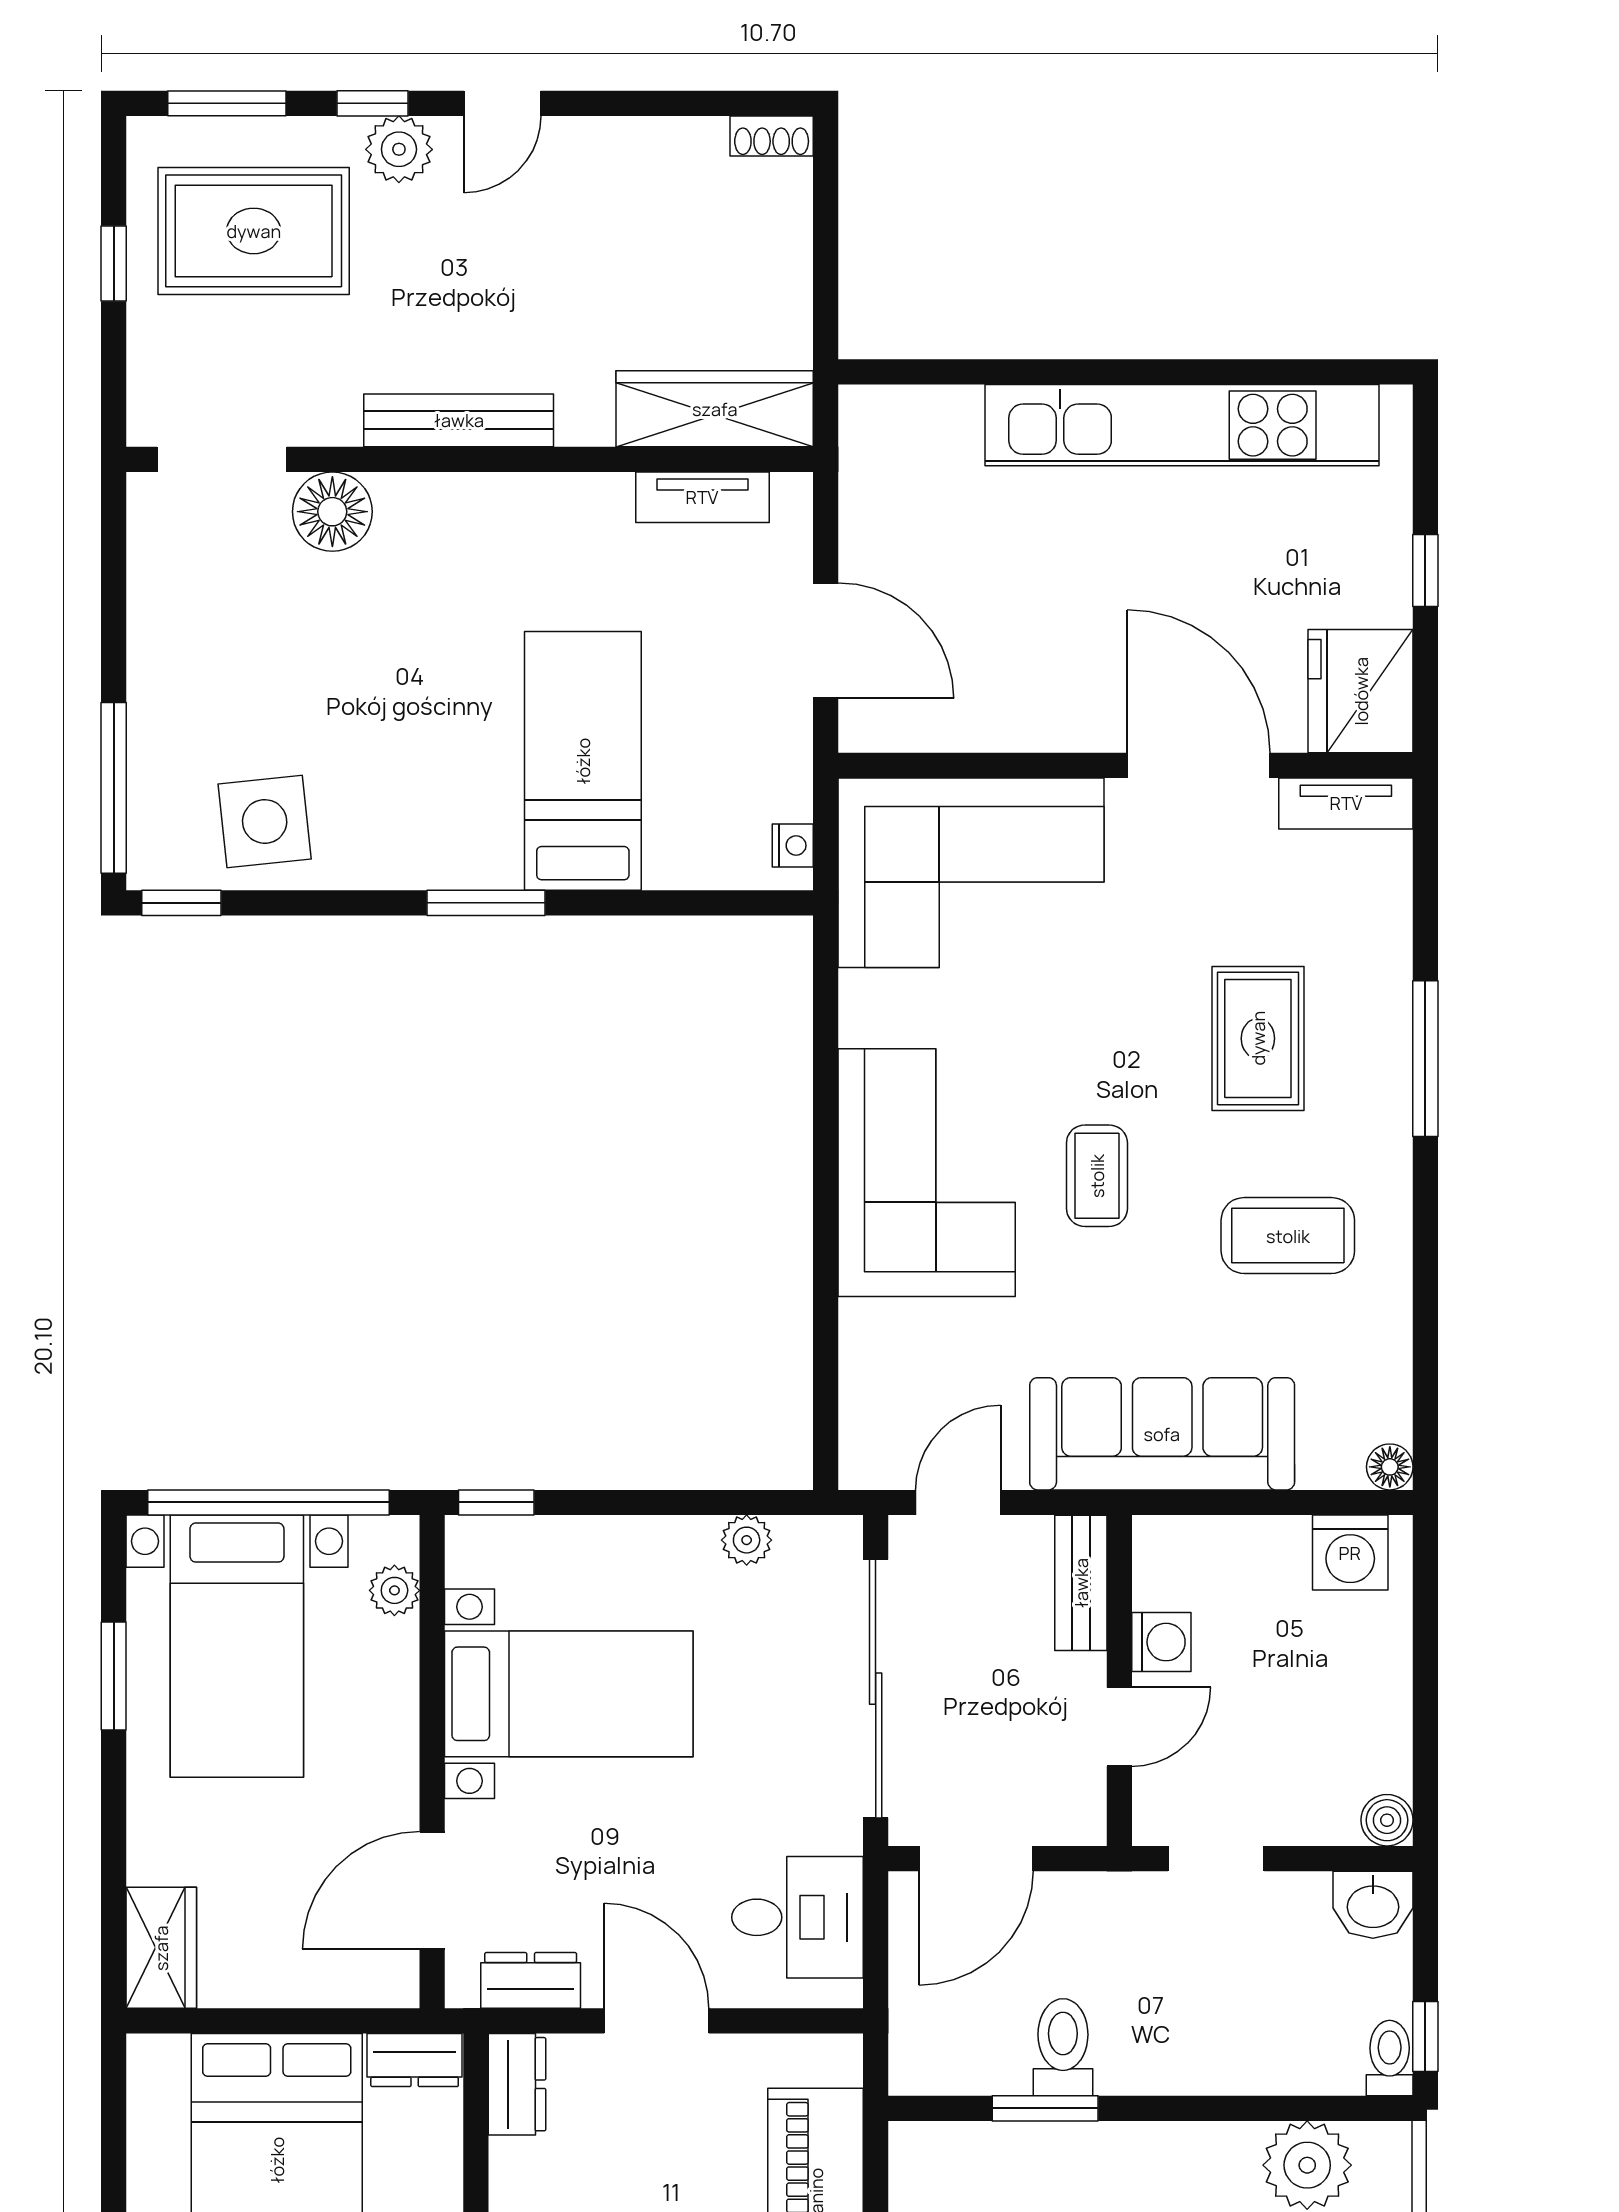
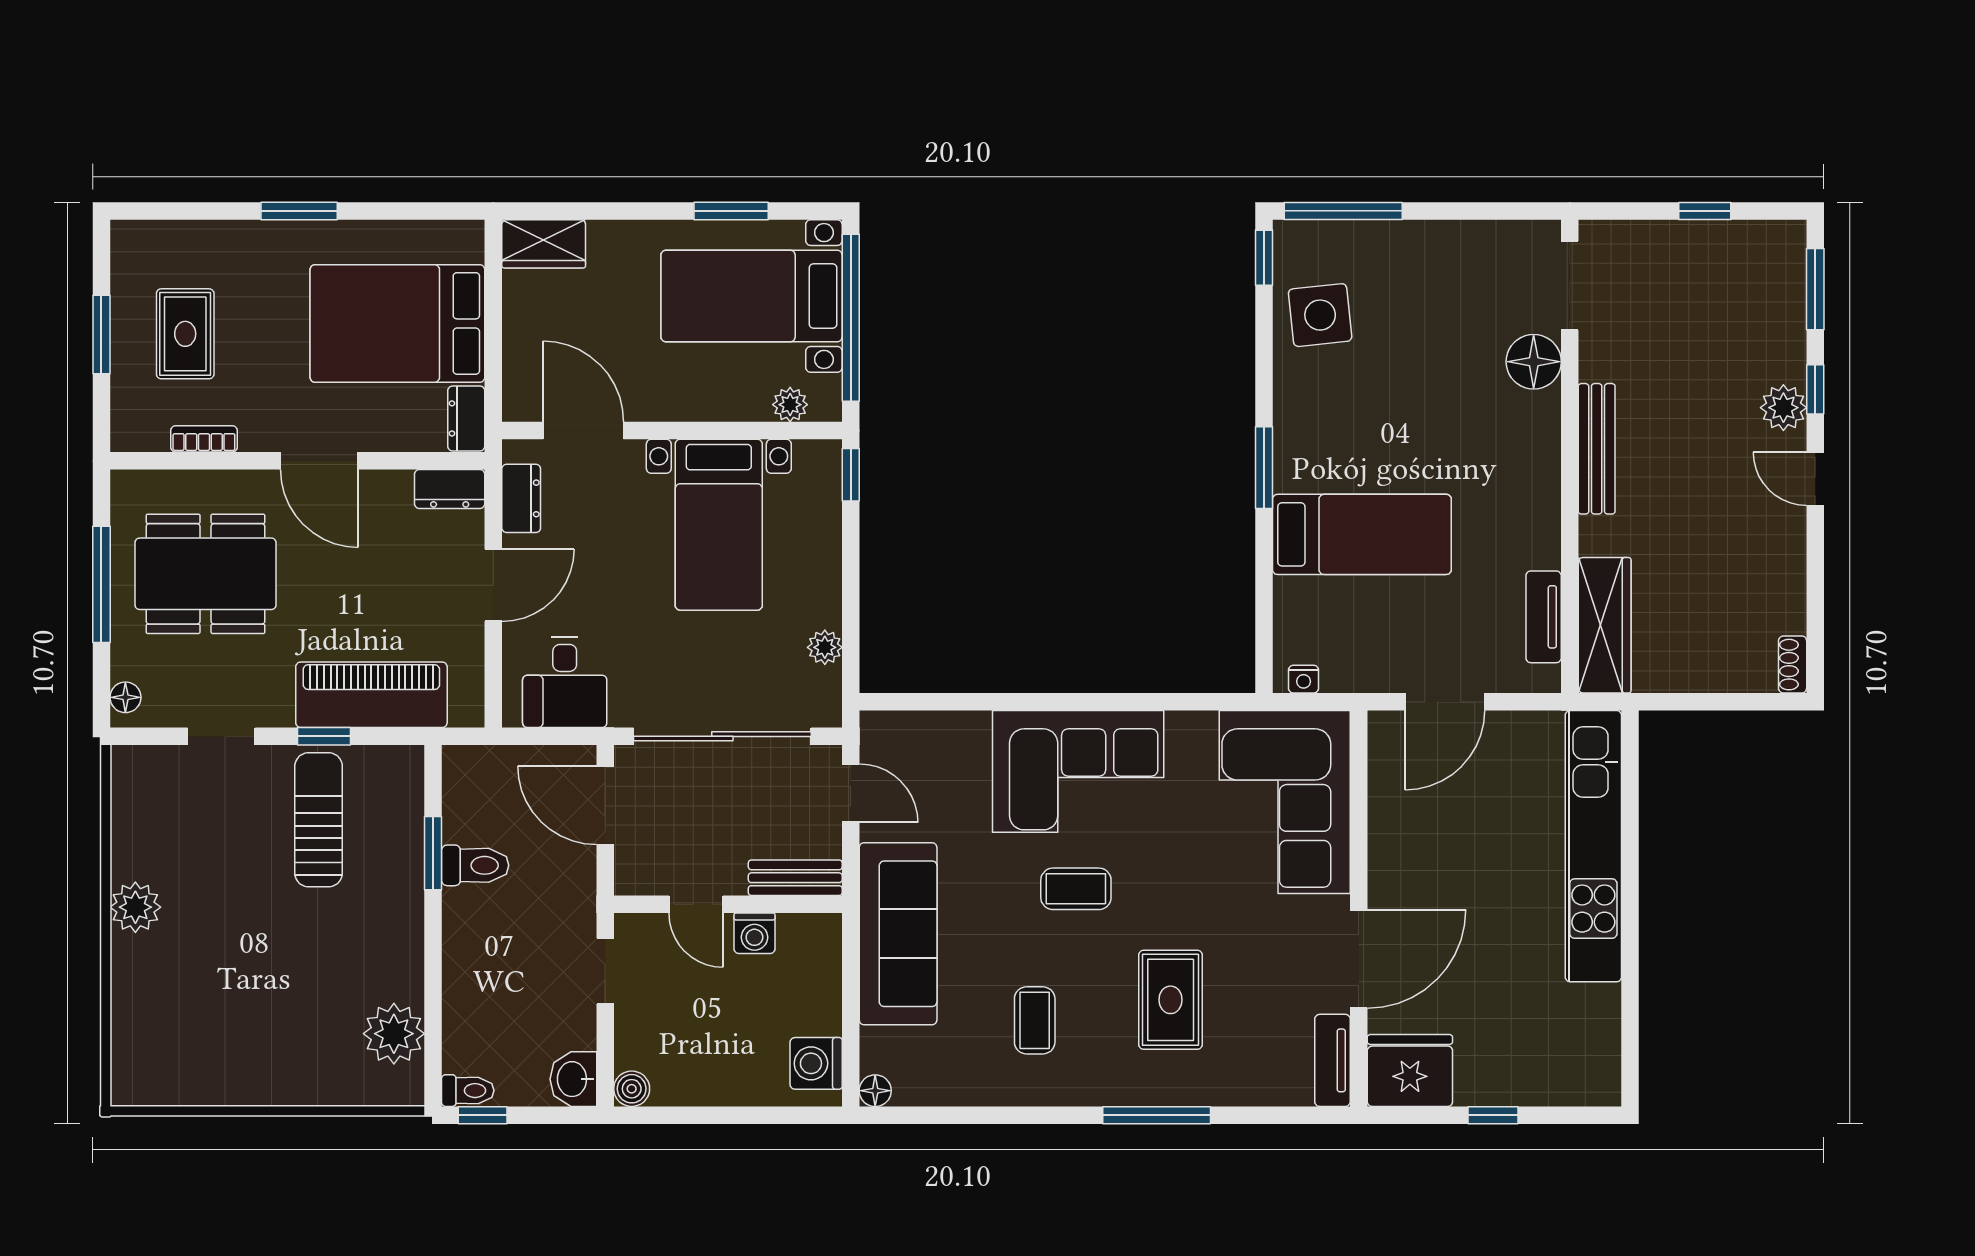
rug: (254, 231) -> (1727, 307), removed
kitchen unit: (1182, 425) -> (1593, 846), moved
rug: (1258, 1038) -> (1171, 1000), turned 90
coffee table: (1288, 1236) -> (1035, 1020), width x0.73, depth x0.77

